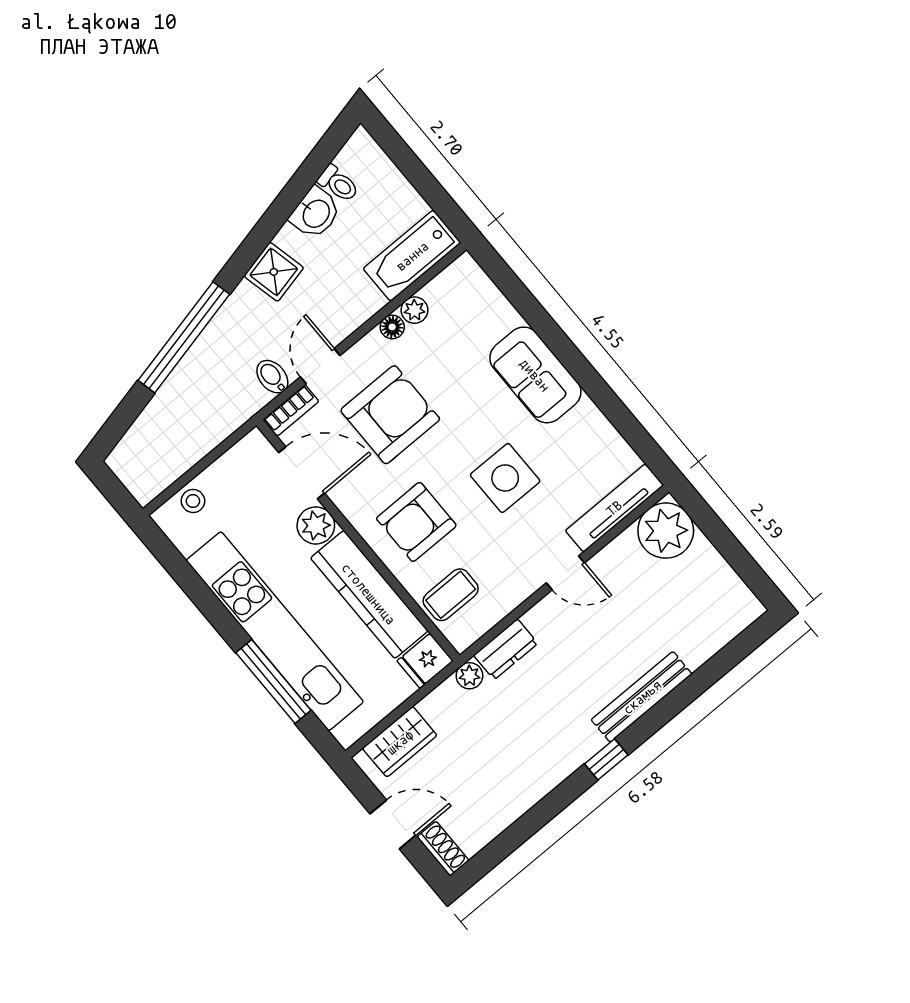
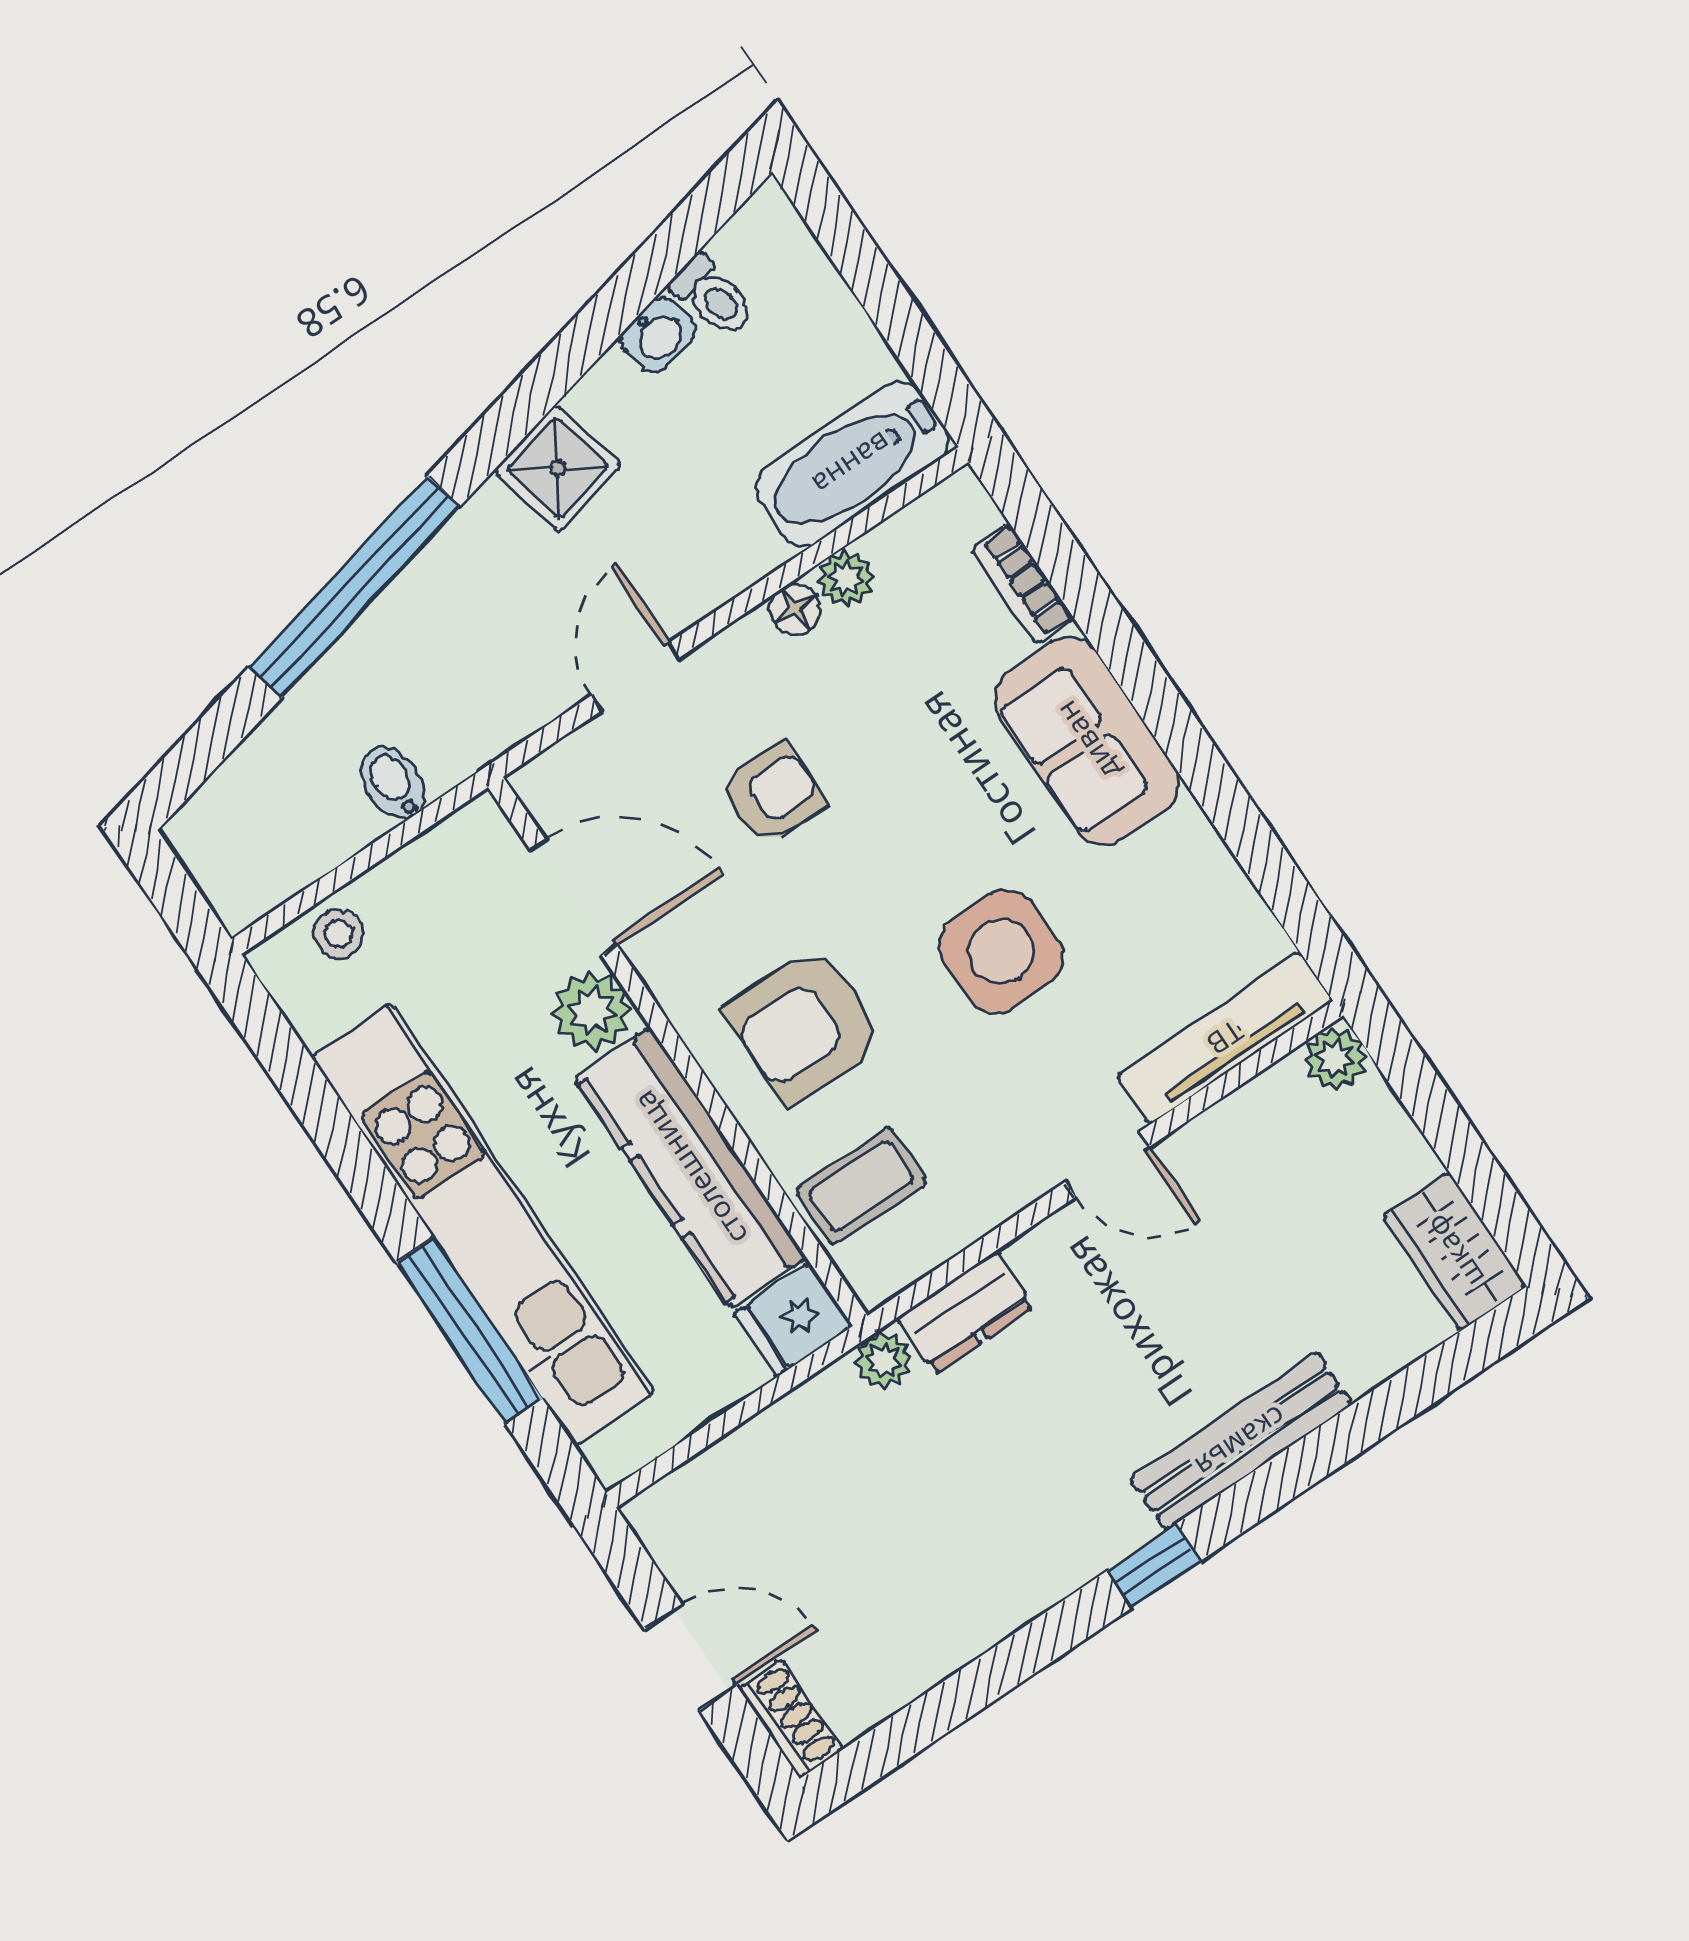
washbasin: (315, 213) -> (658, 335), width x0.72, depth x0.69
bidet: (272, 377) -> (393, 783), moved
bookcase: (291, 411) -> (1023, 584), moved, turned 90
armchair: (390, 415) -> (772, 794), width x0.53, depth x0.53
plant: (666, 531) -> (1335, 1059), width x0.53, depth x0.53
wardrobe: (400, 742) -> (1454, 1251), moved, turned 90

